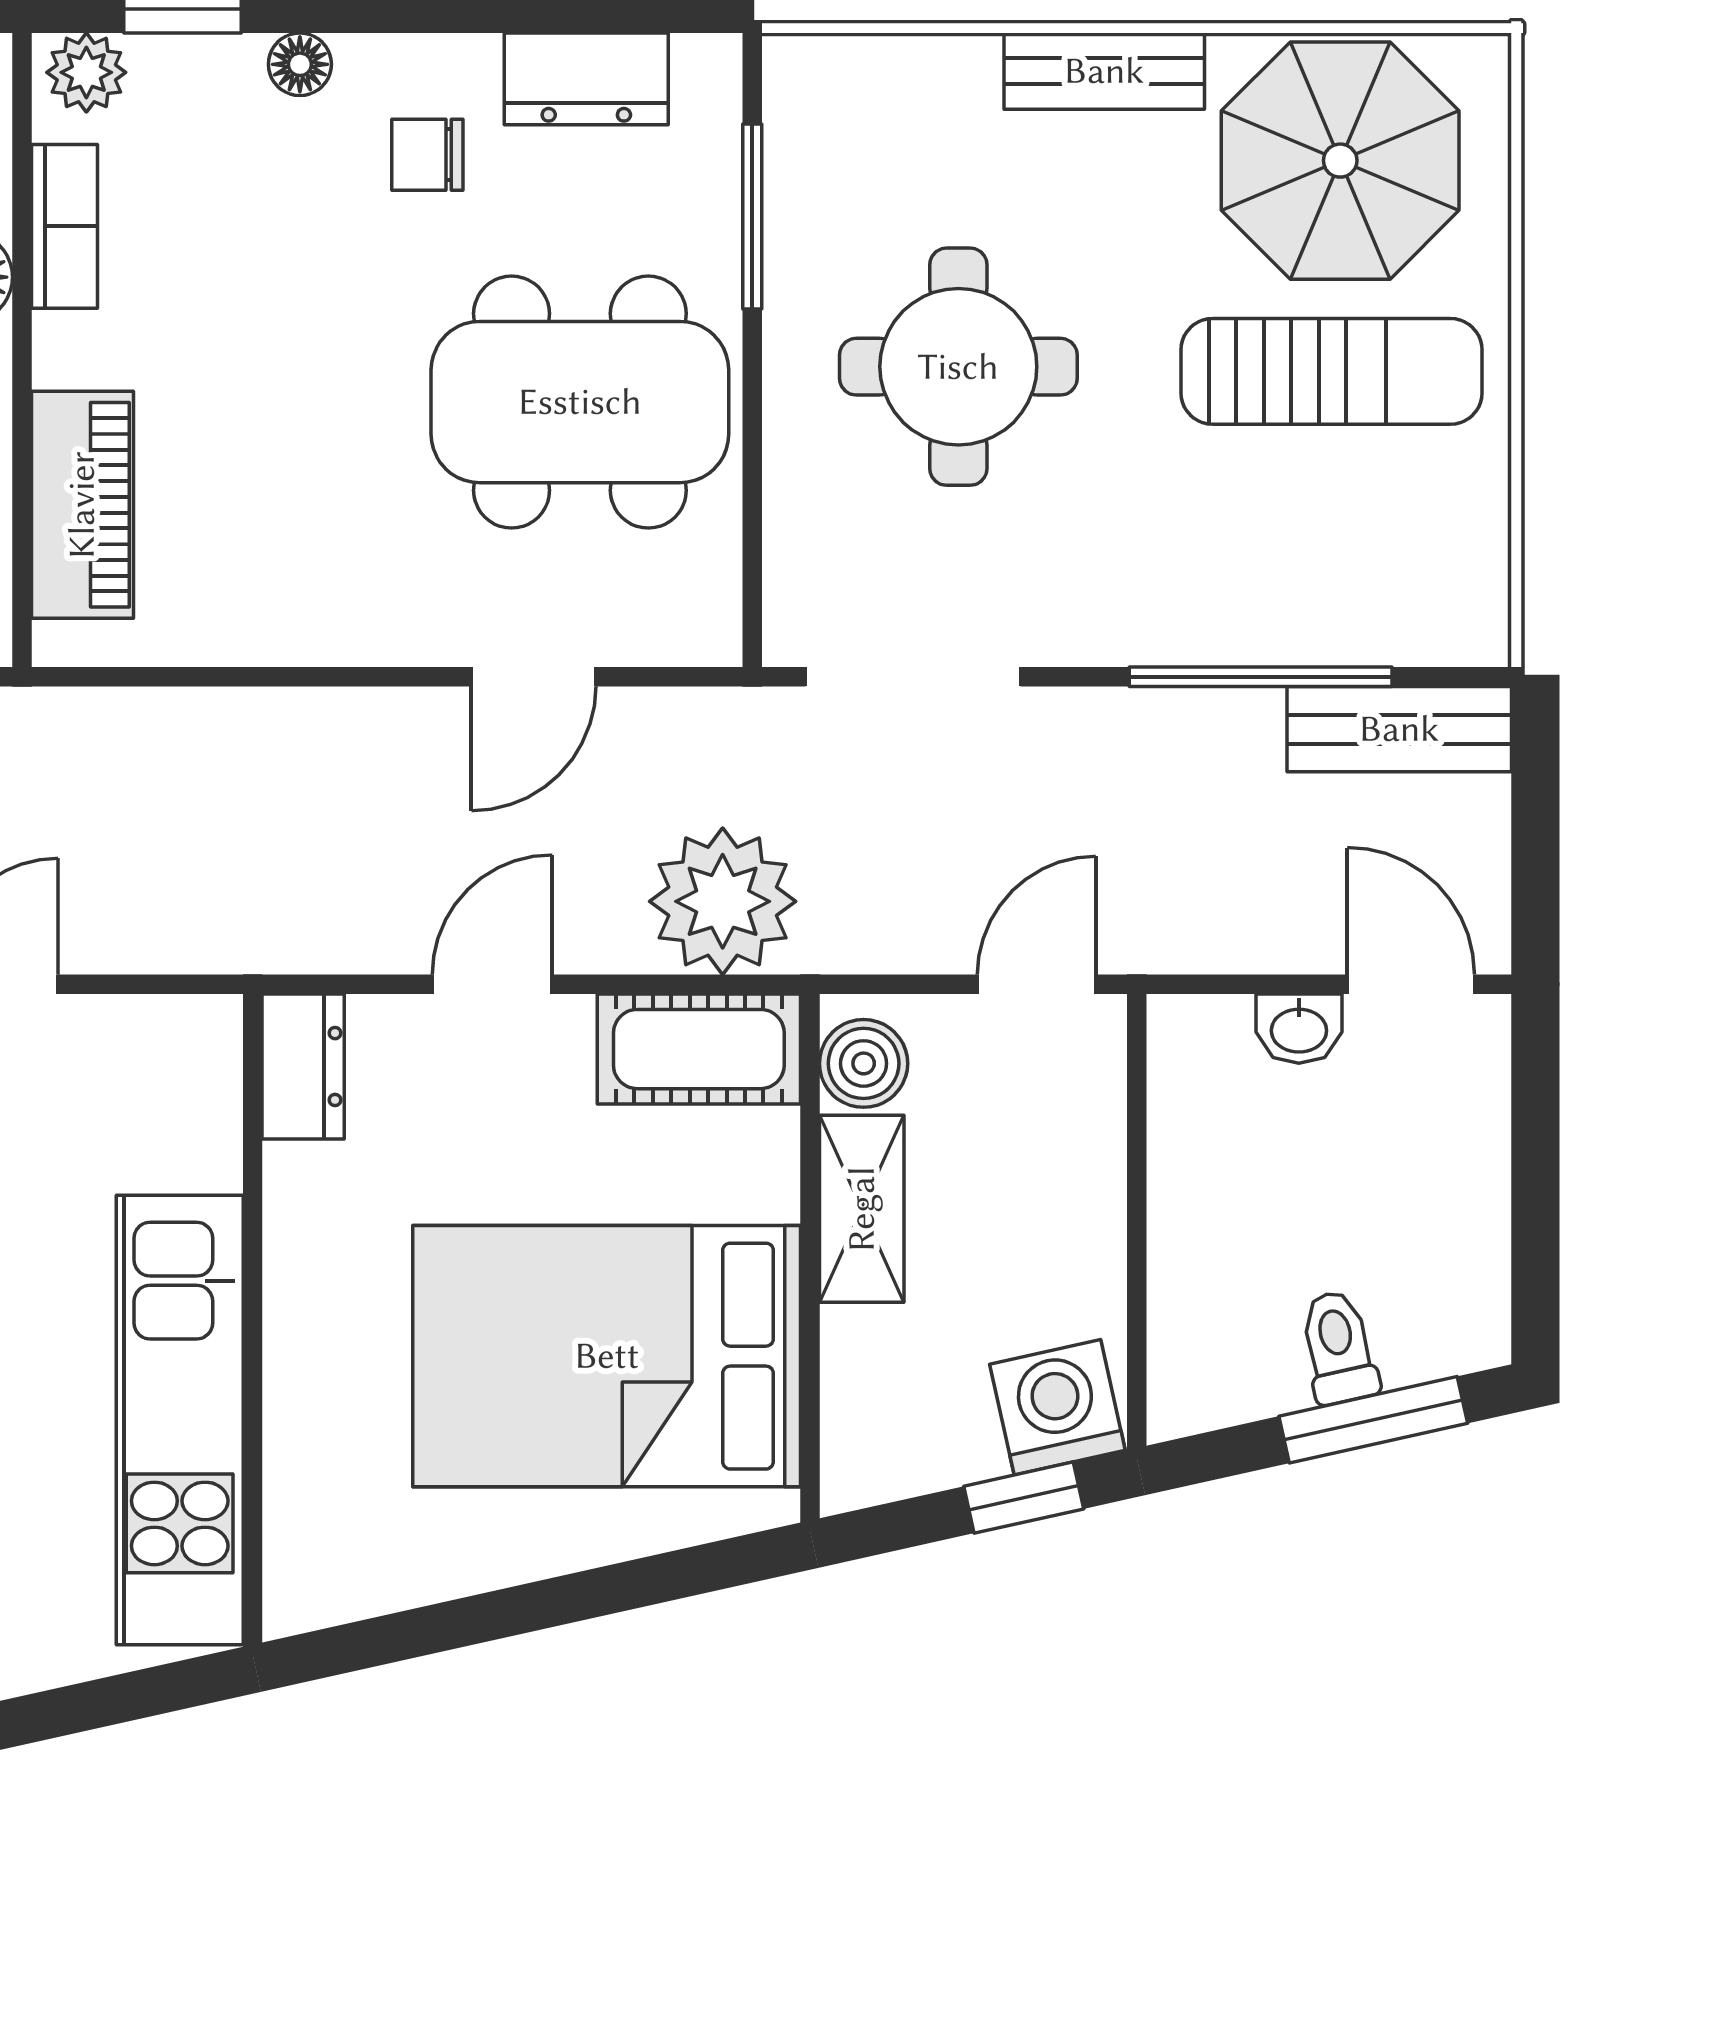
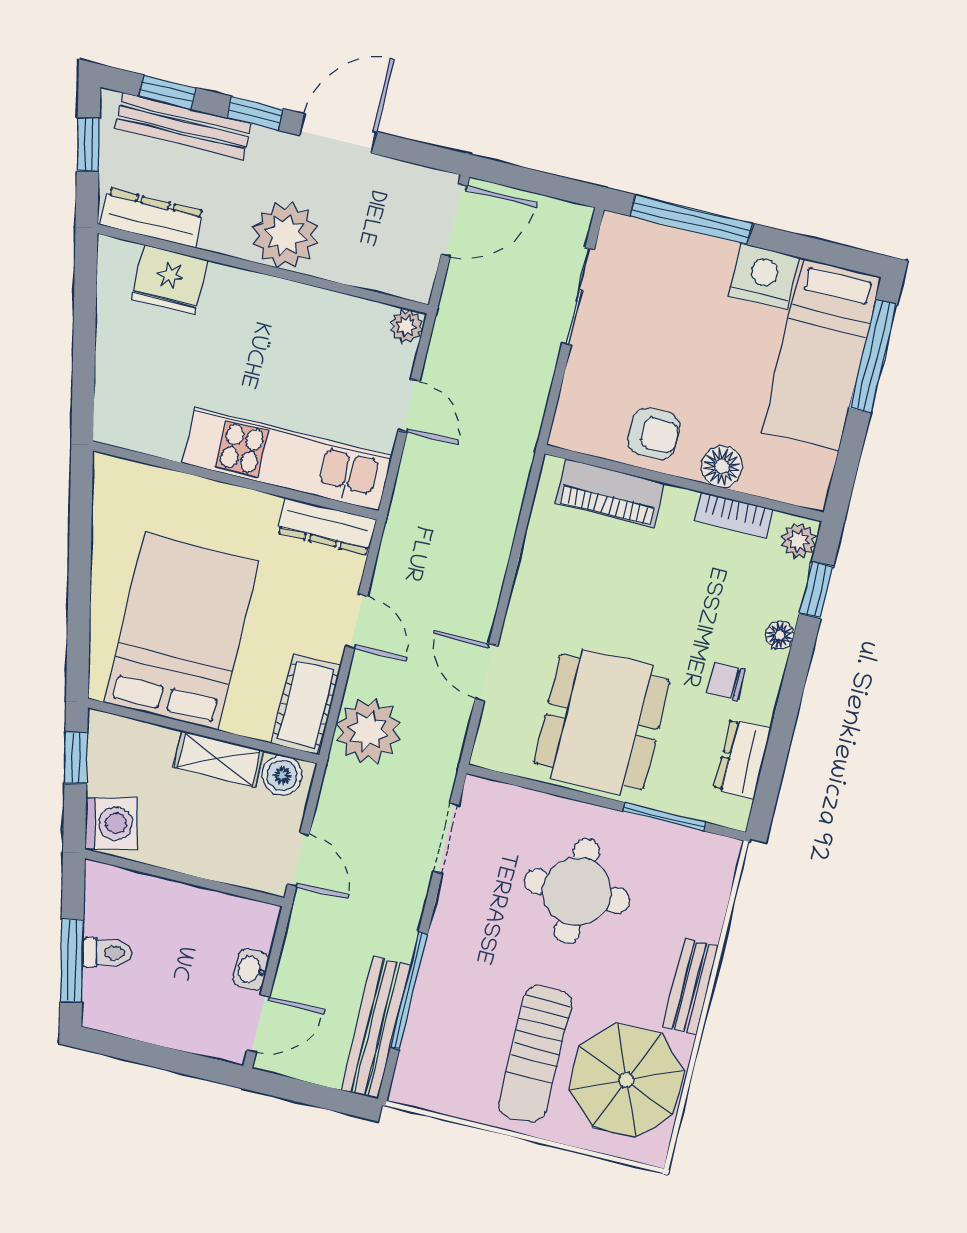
chair: (427, 155) -> (726, 681), turned -90
doorway: (913, 677) -> (446, 838), width x0.73
bench: (1399, 729) -> (376, 1028), width x1.36
dresser: (303, 1067) -> (327, 526), width x1.44
kitchen unit: (180, 1420) -> (287, 459), moved
window: (1024, 1498) -> (76, 758), moved

